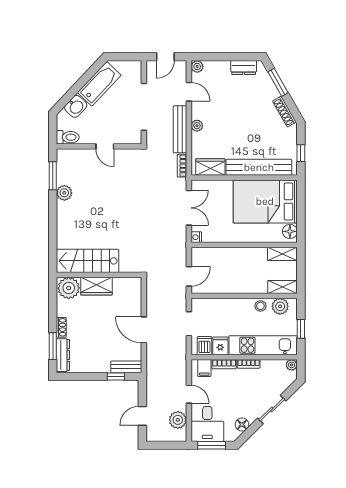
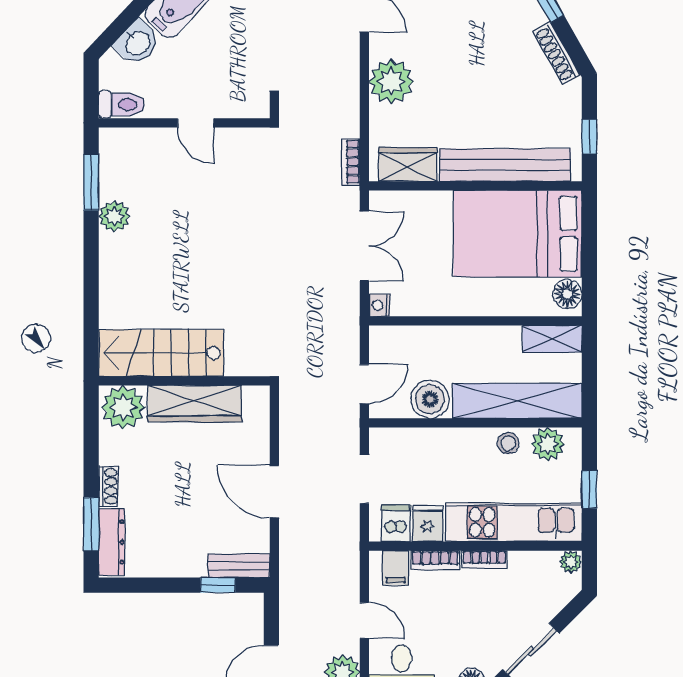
plant: (197, 126) -> (391, 82), width x1.88, depth x1.88
bench: (180, 129) -> (347, 89), removed
boiler: (221, 284) -> (430, 399), added
wardrobe: (96, 286) -> (195, 404), width x1.50
shelving: (282, 287) -> (517, 401), width x2.20, depth x1.33

